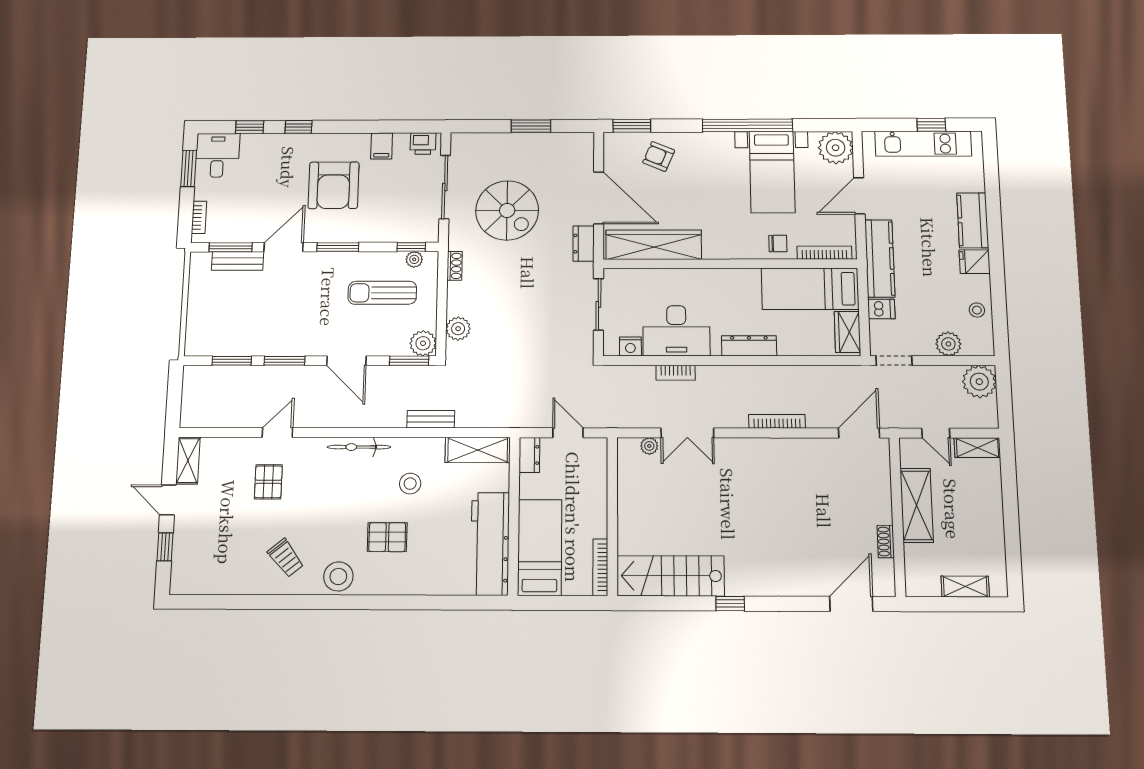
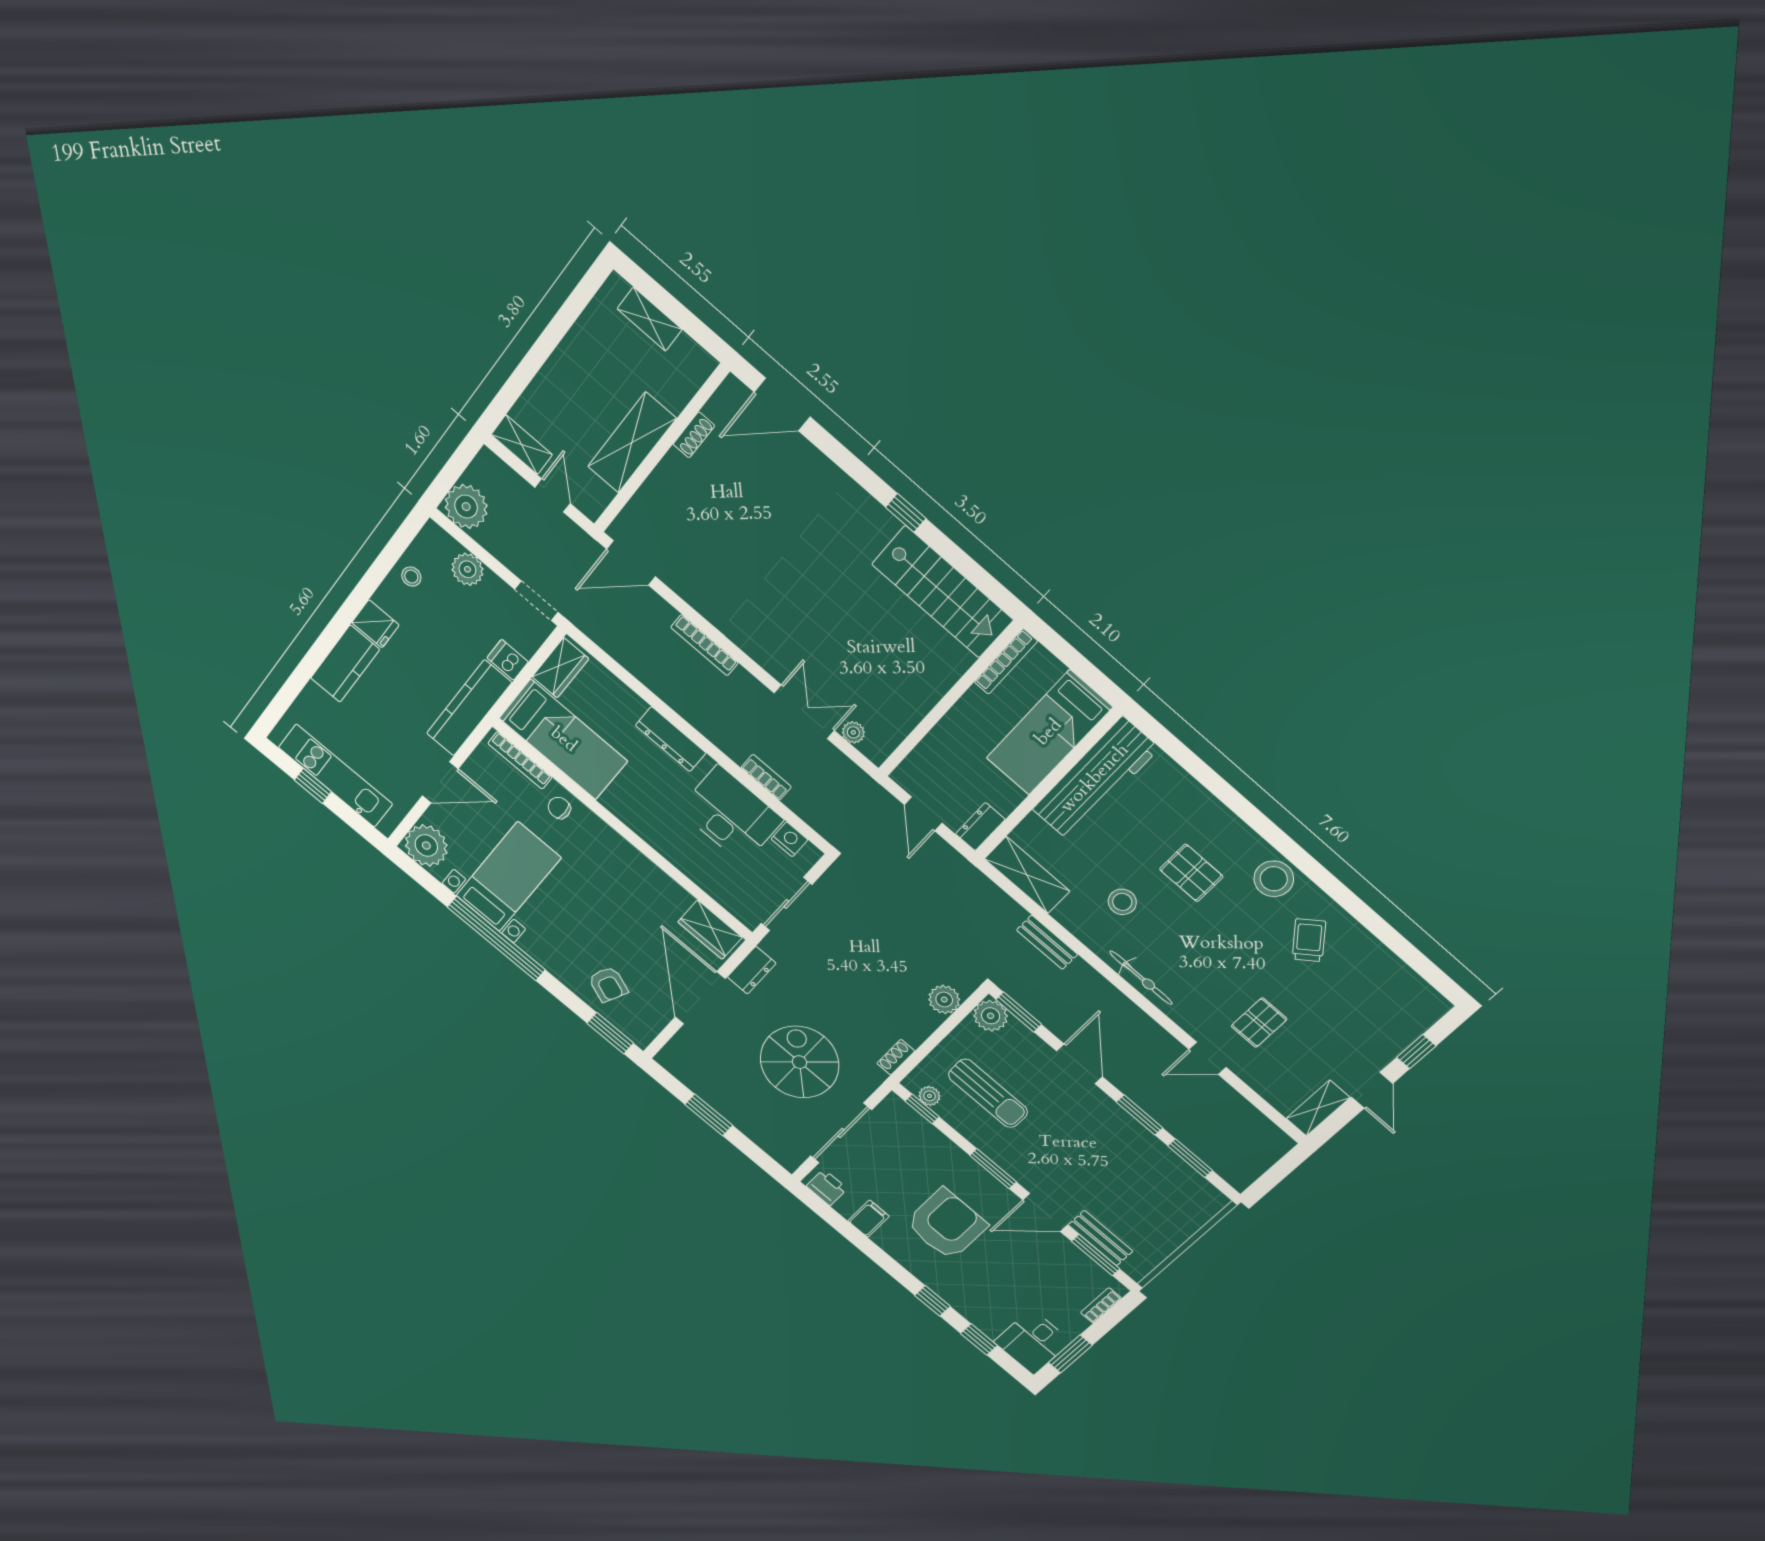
wardrobe: (654, 245) -> (710, 930), width x0.48, depth x0.85

